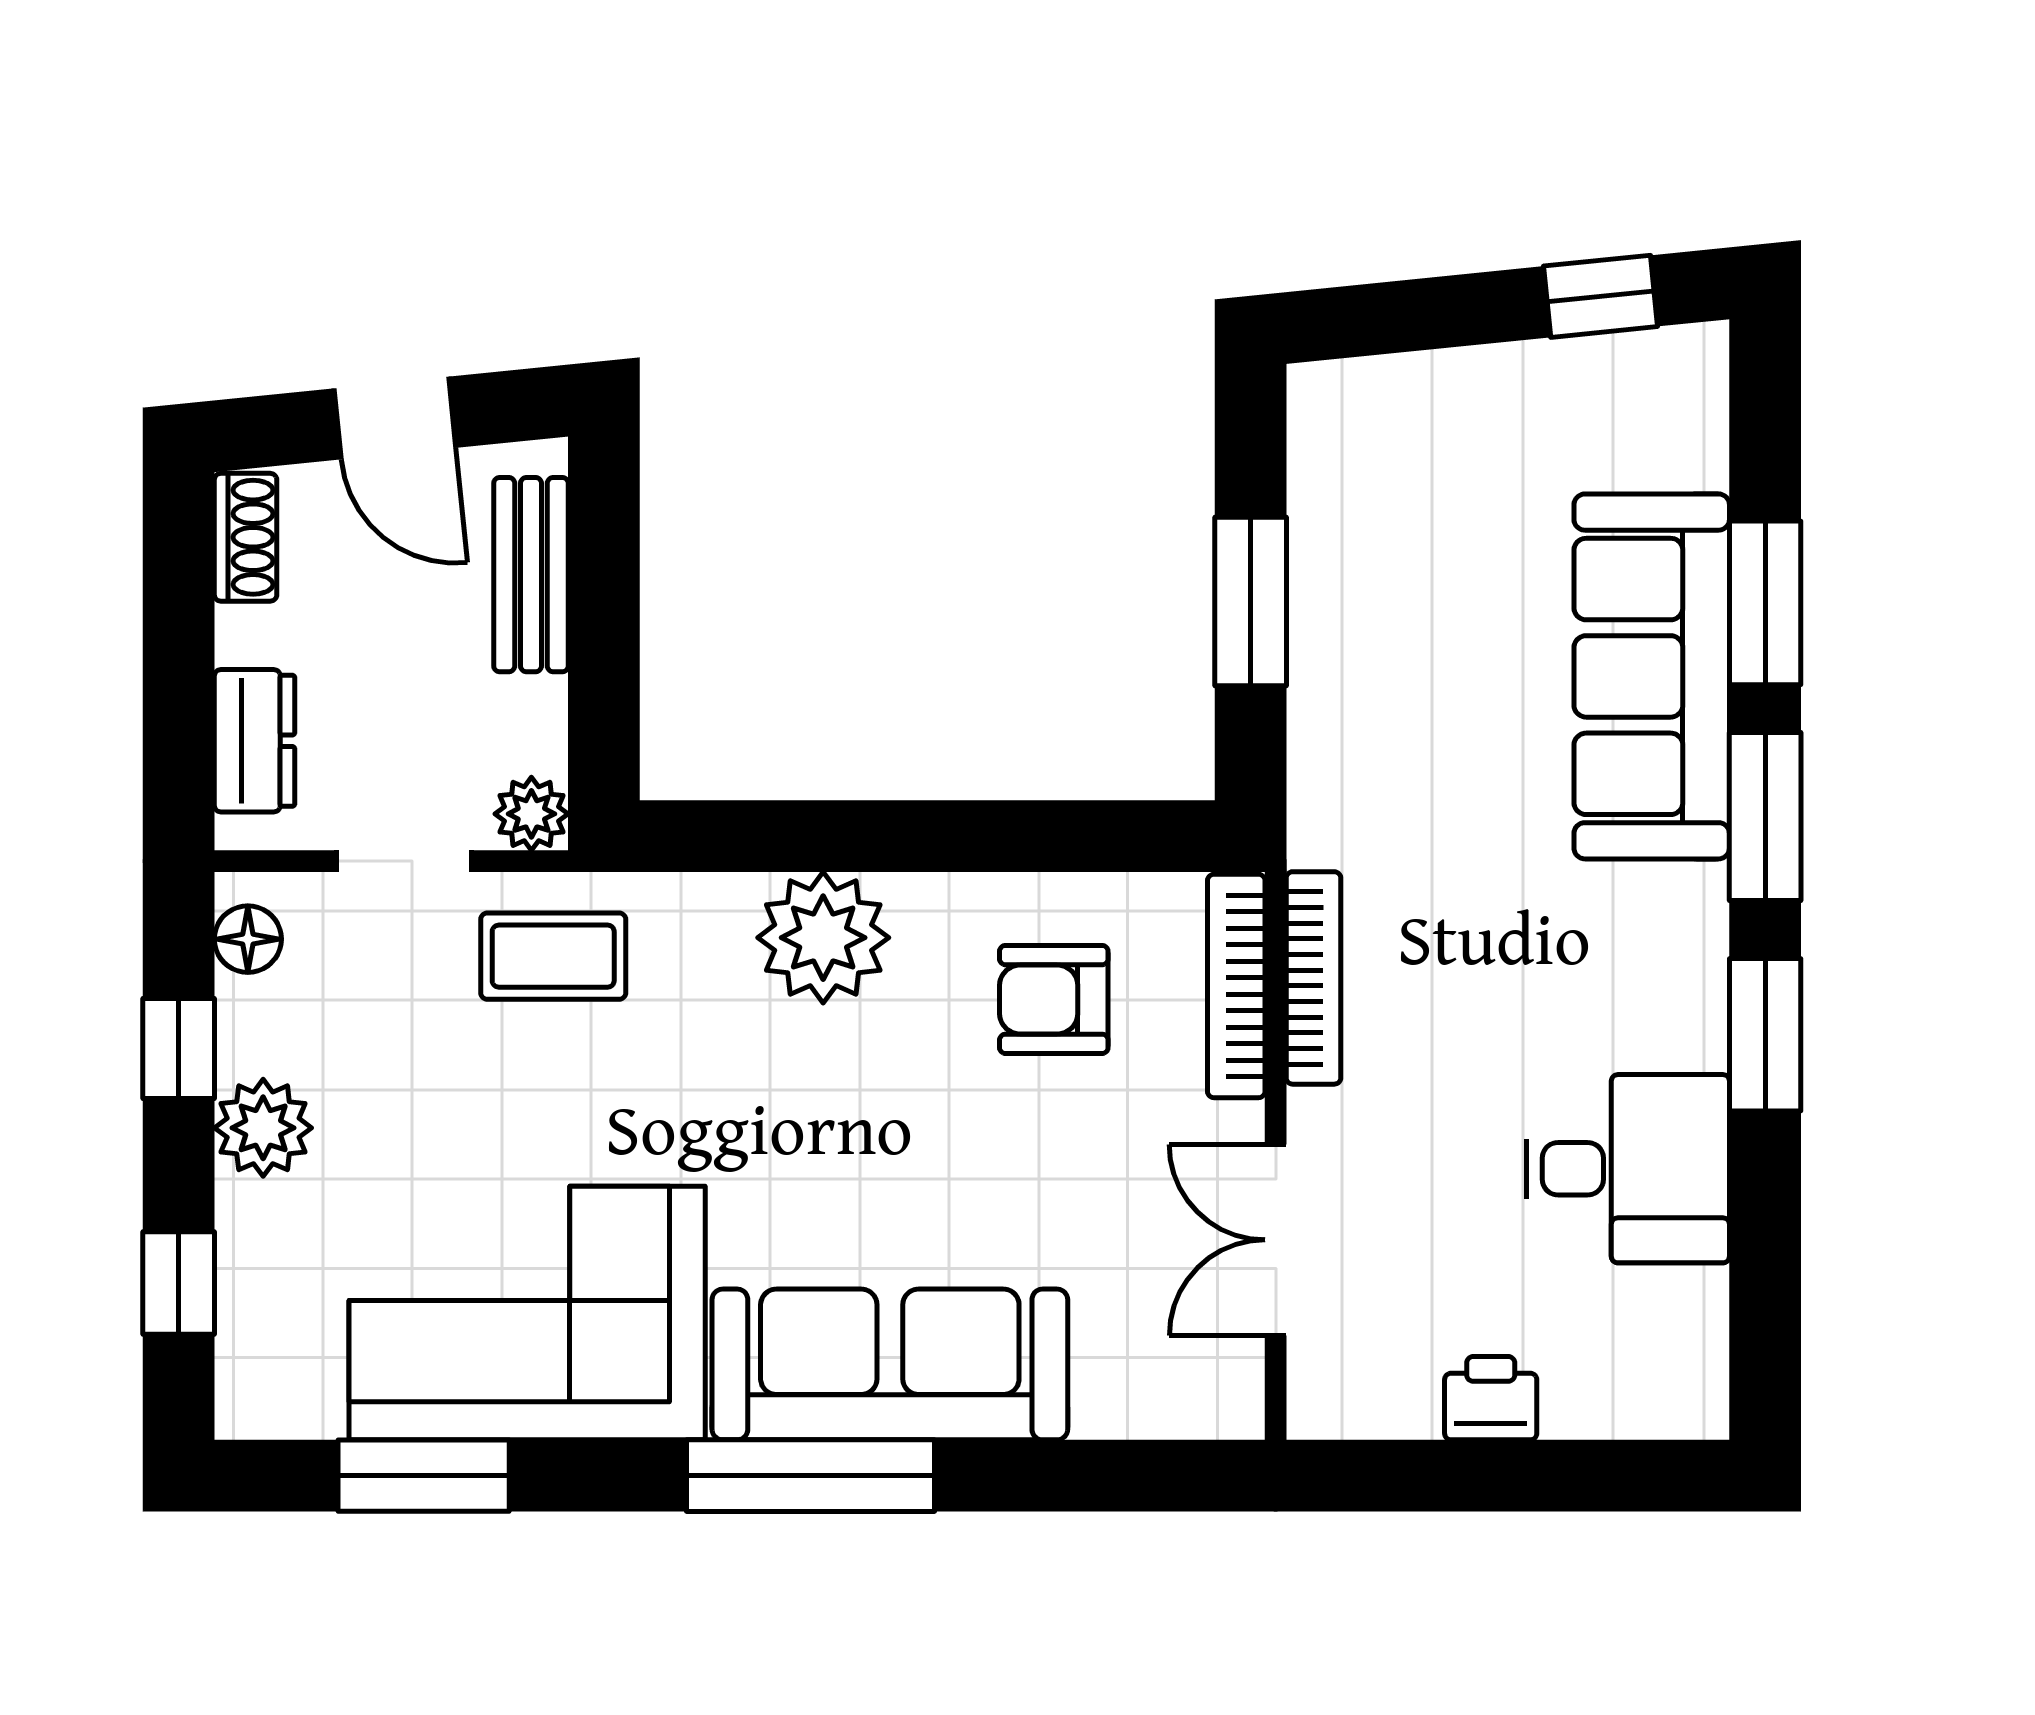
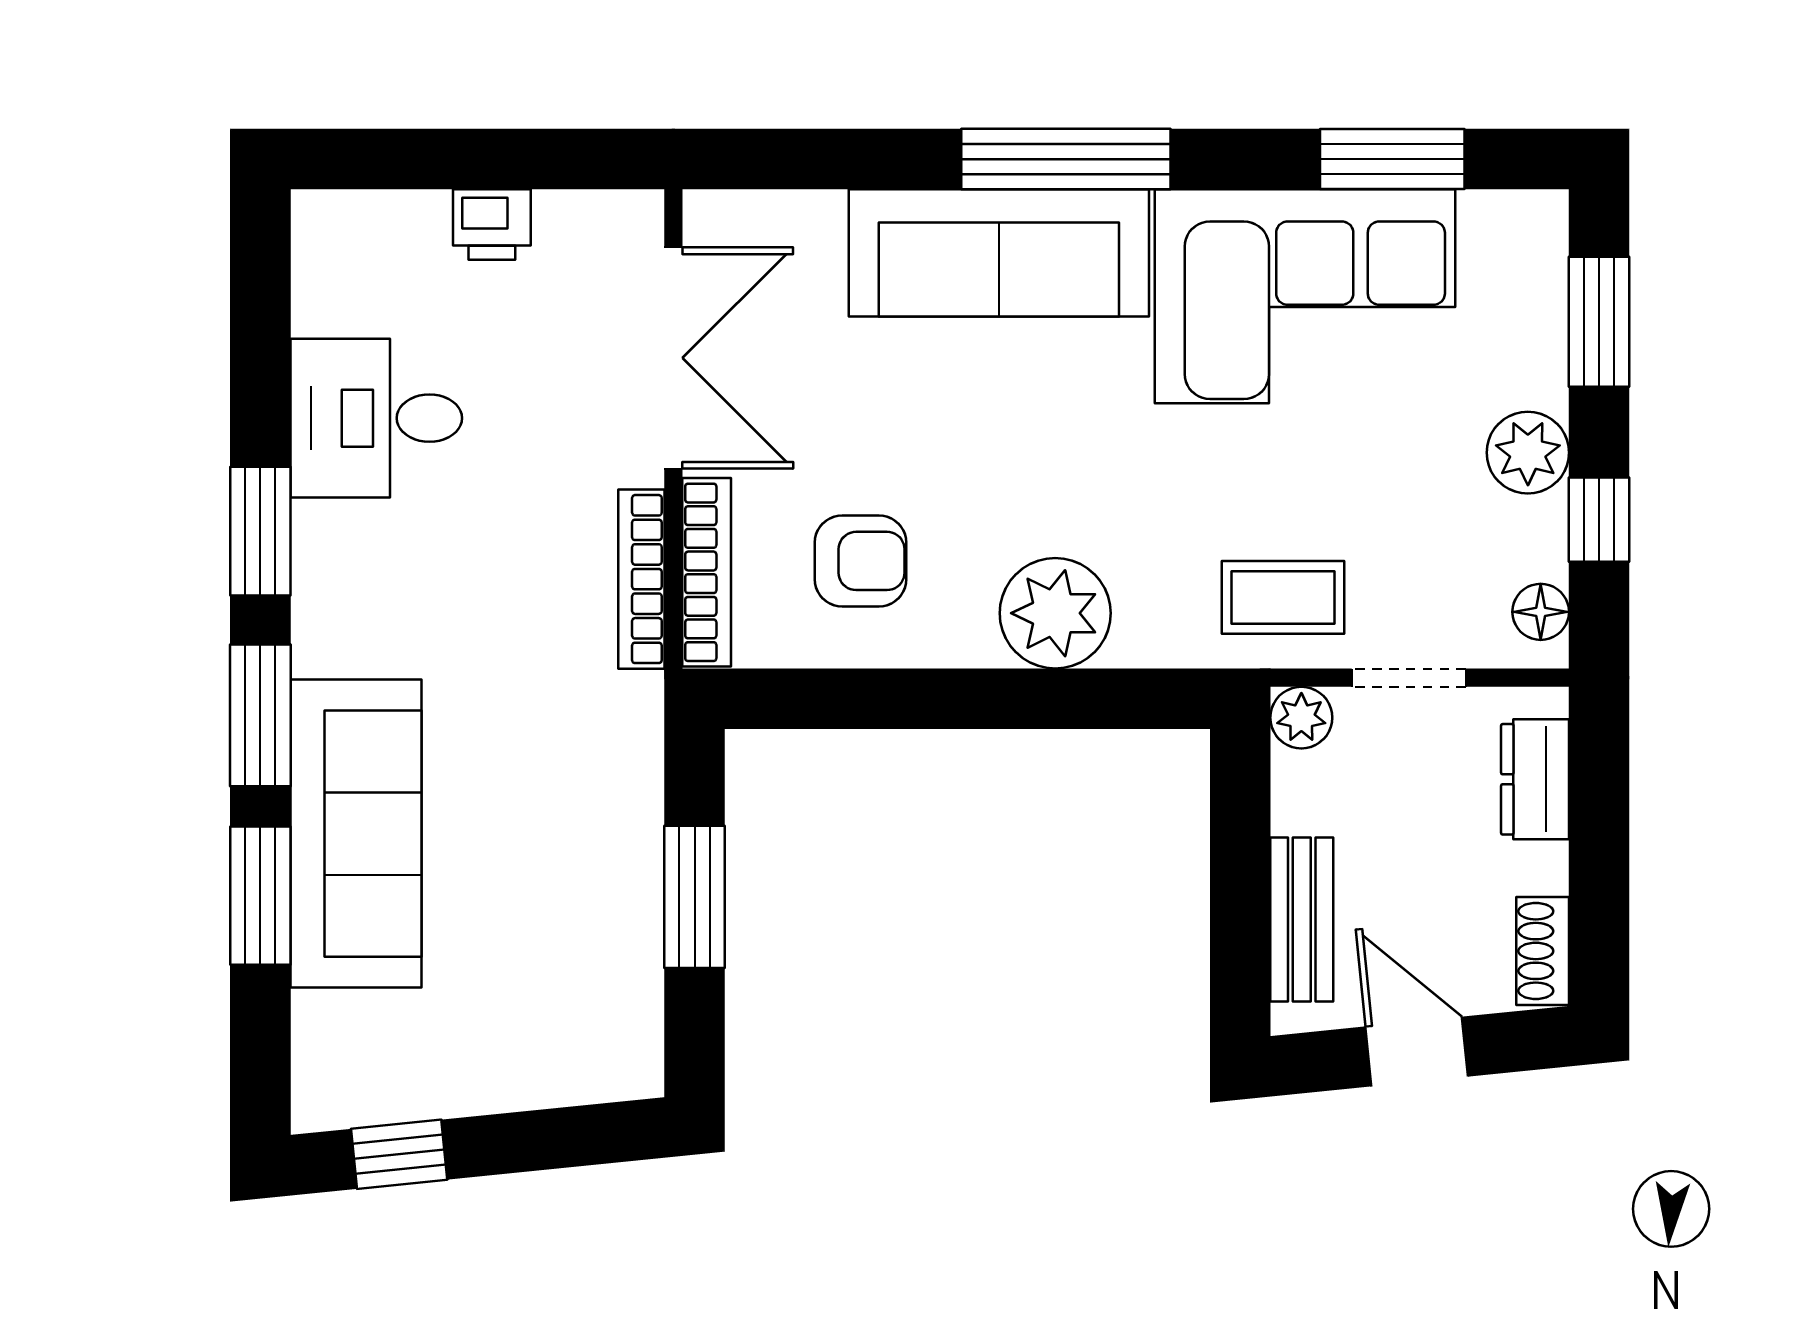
double door: (1276, 1240) -> (673, 358), width x1.37
window: (179, 1283) -> (1599, 322), width x1.50

